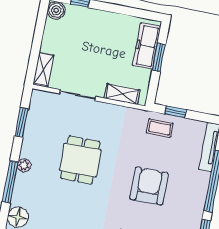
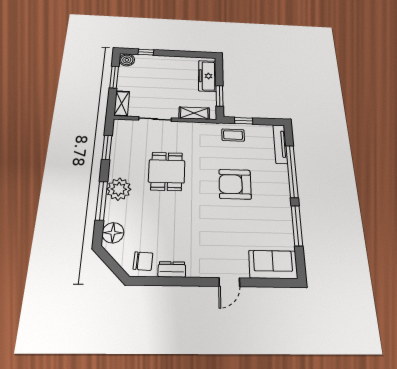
window: (39, 33) -> (114, 77), added
window: (159, 57) -> (220, 96), moved
plant: (24, 165) -> (119, 189), width x1.88, depth x1.88
armchair: (149, 186) -> (235, 184), turned -90

